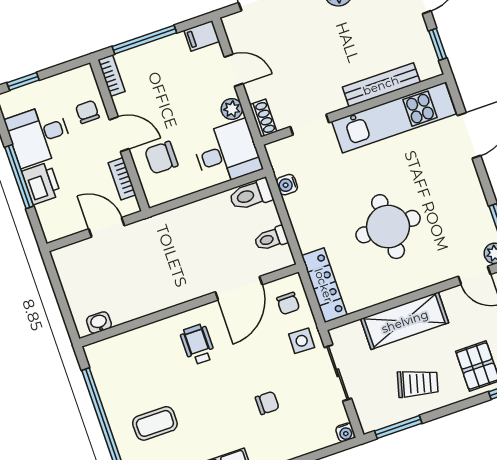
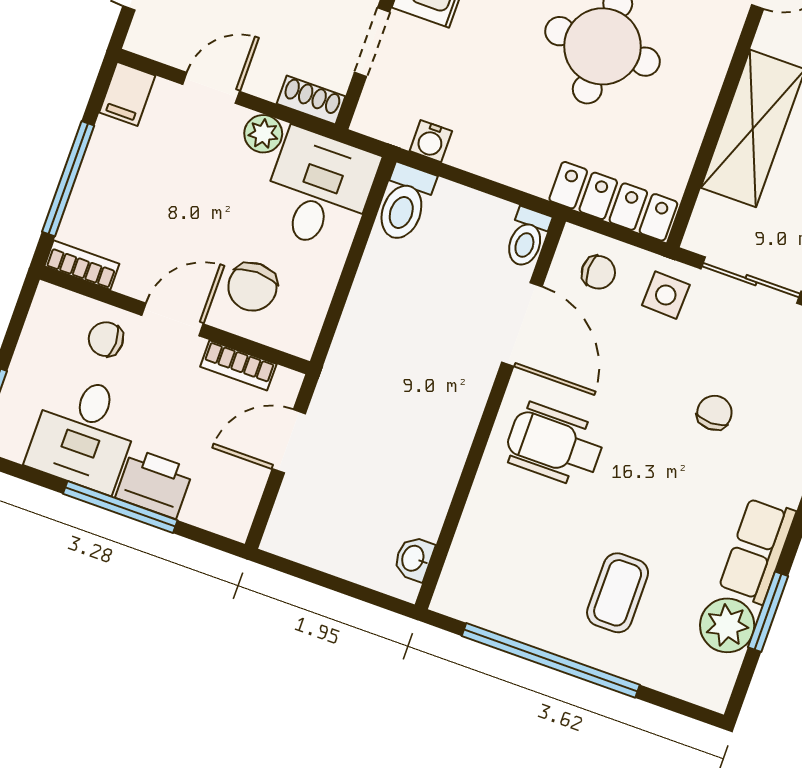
toilet: (271, 239) -> (527, 238), moved
wheelchair: (198, 344) -> (555, 445), width x1.36, depth x1.37

